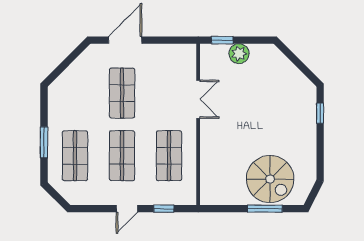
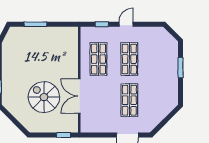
plant: (239, 54) -> (52, 126), removed
double door: (198, 99) -> (79, 96), width x1.37
shop shelf: (75, 156) -> (160, 59), removed
spiral stairs: (270, 179) -> (44, 97), moved

